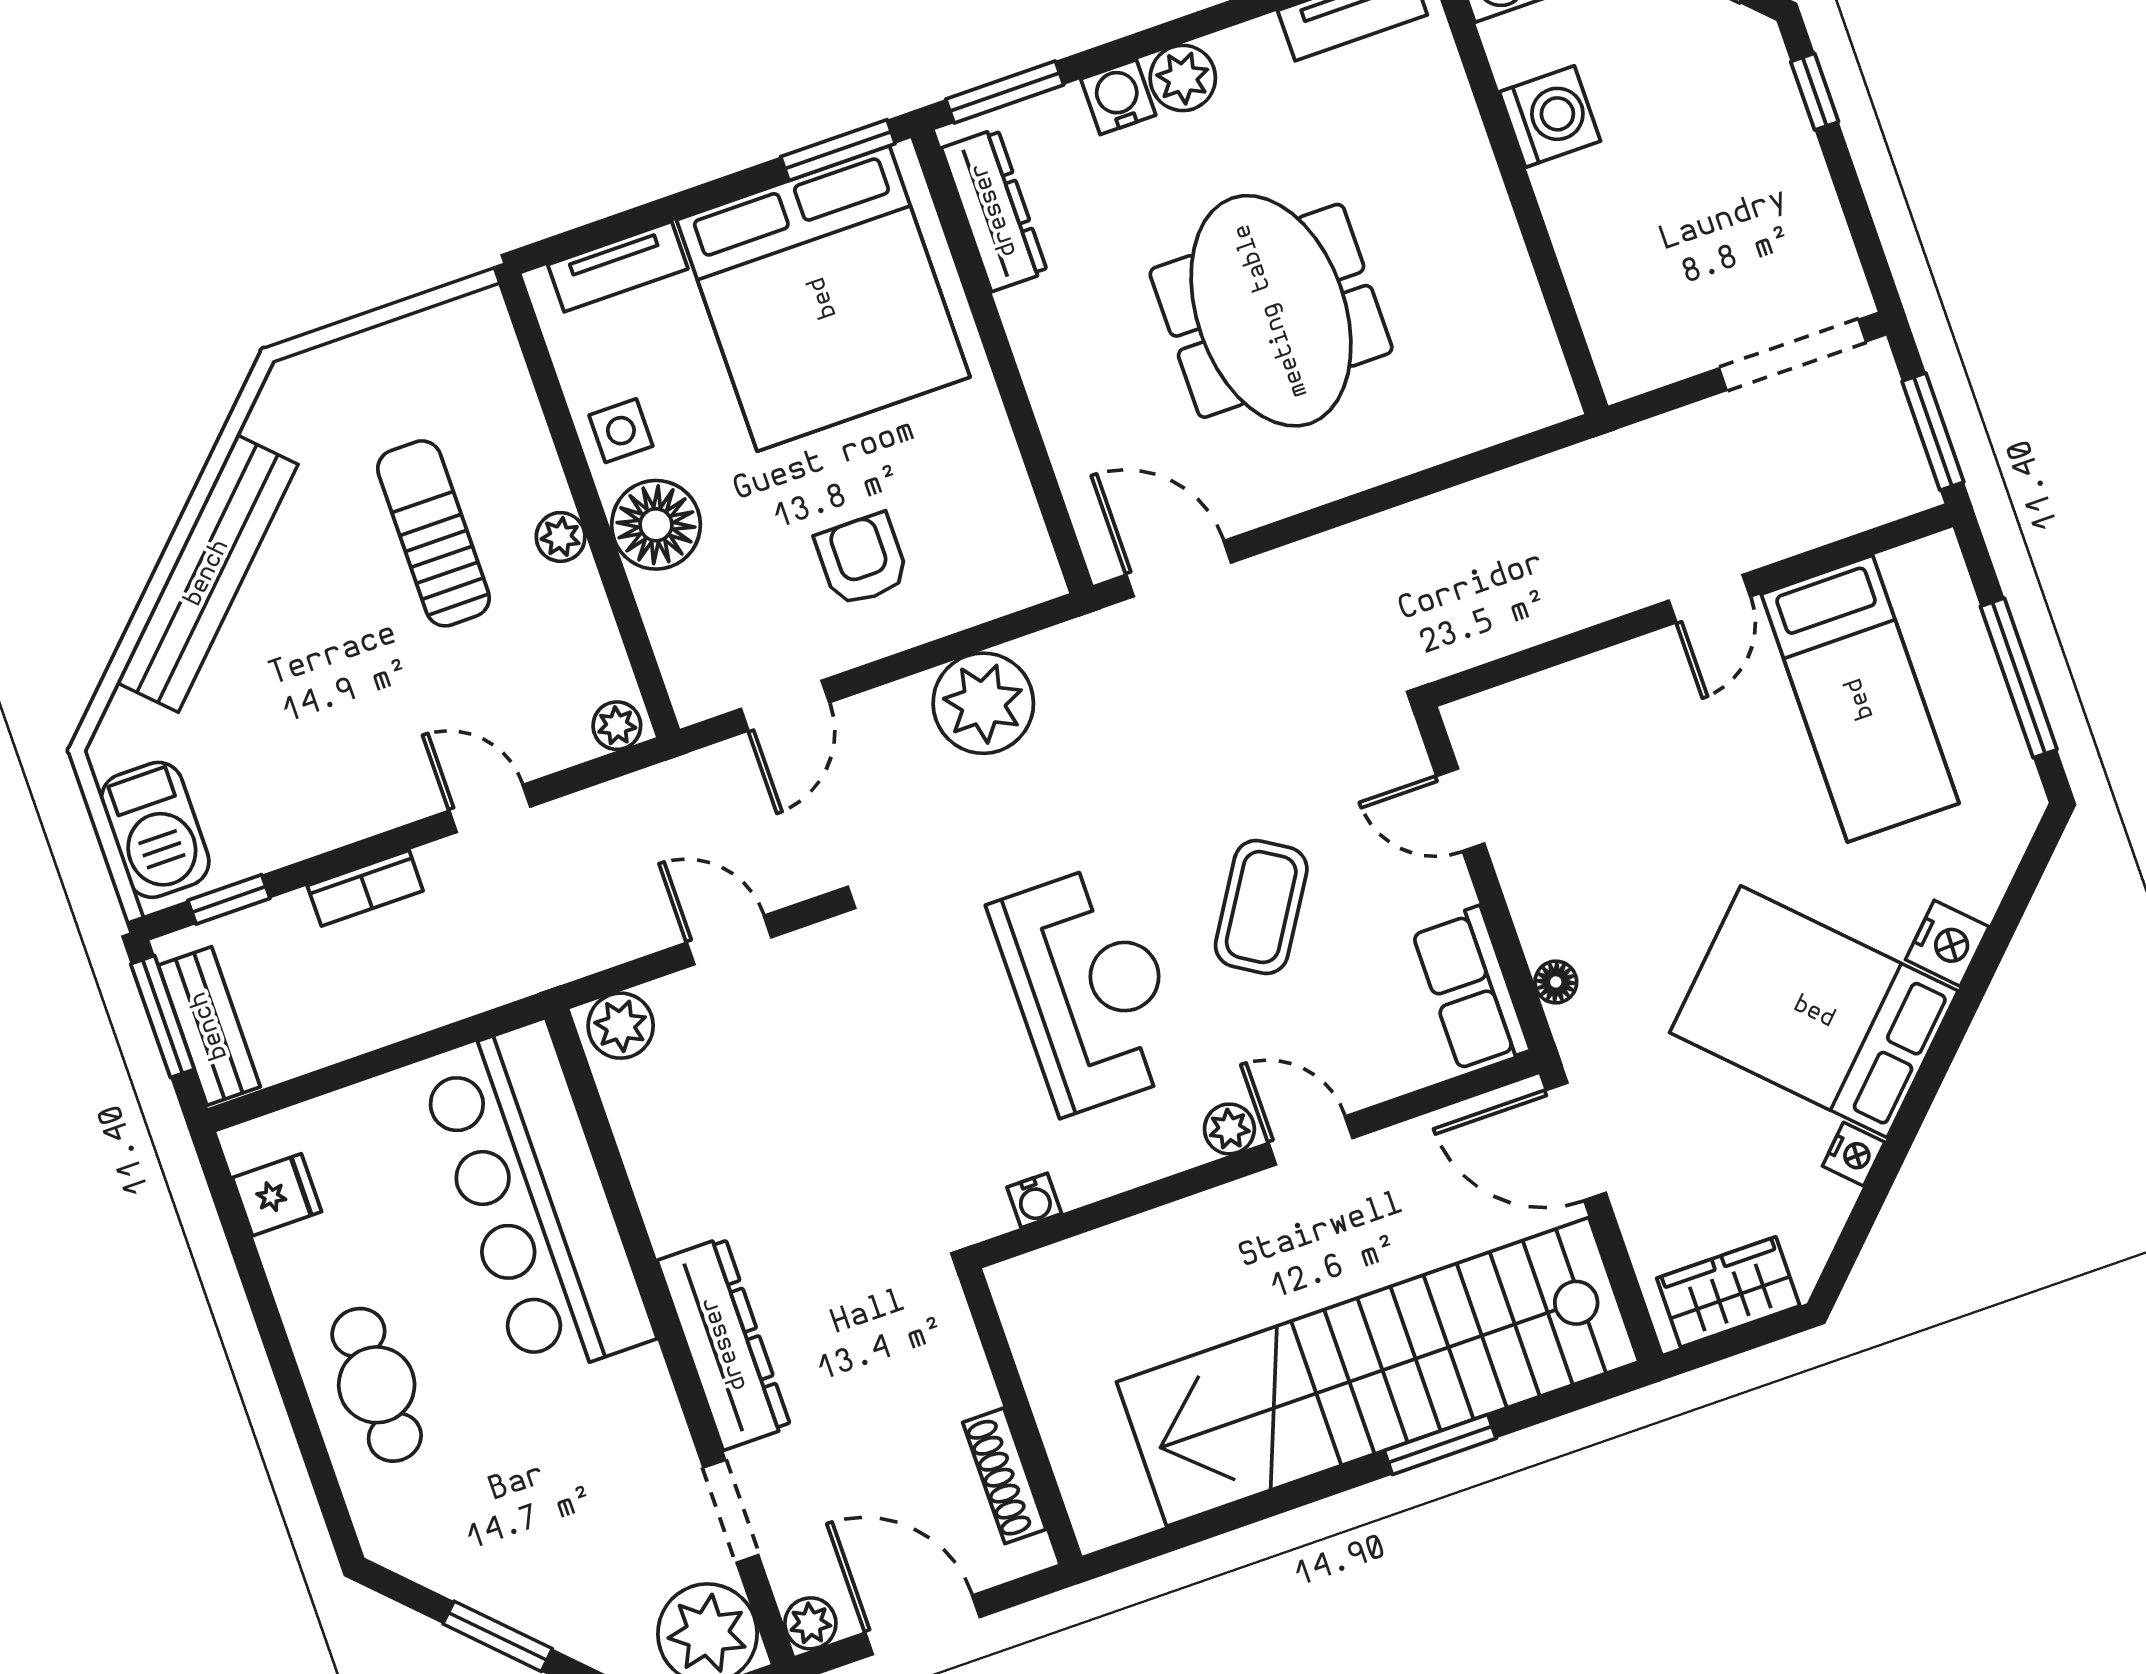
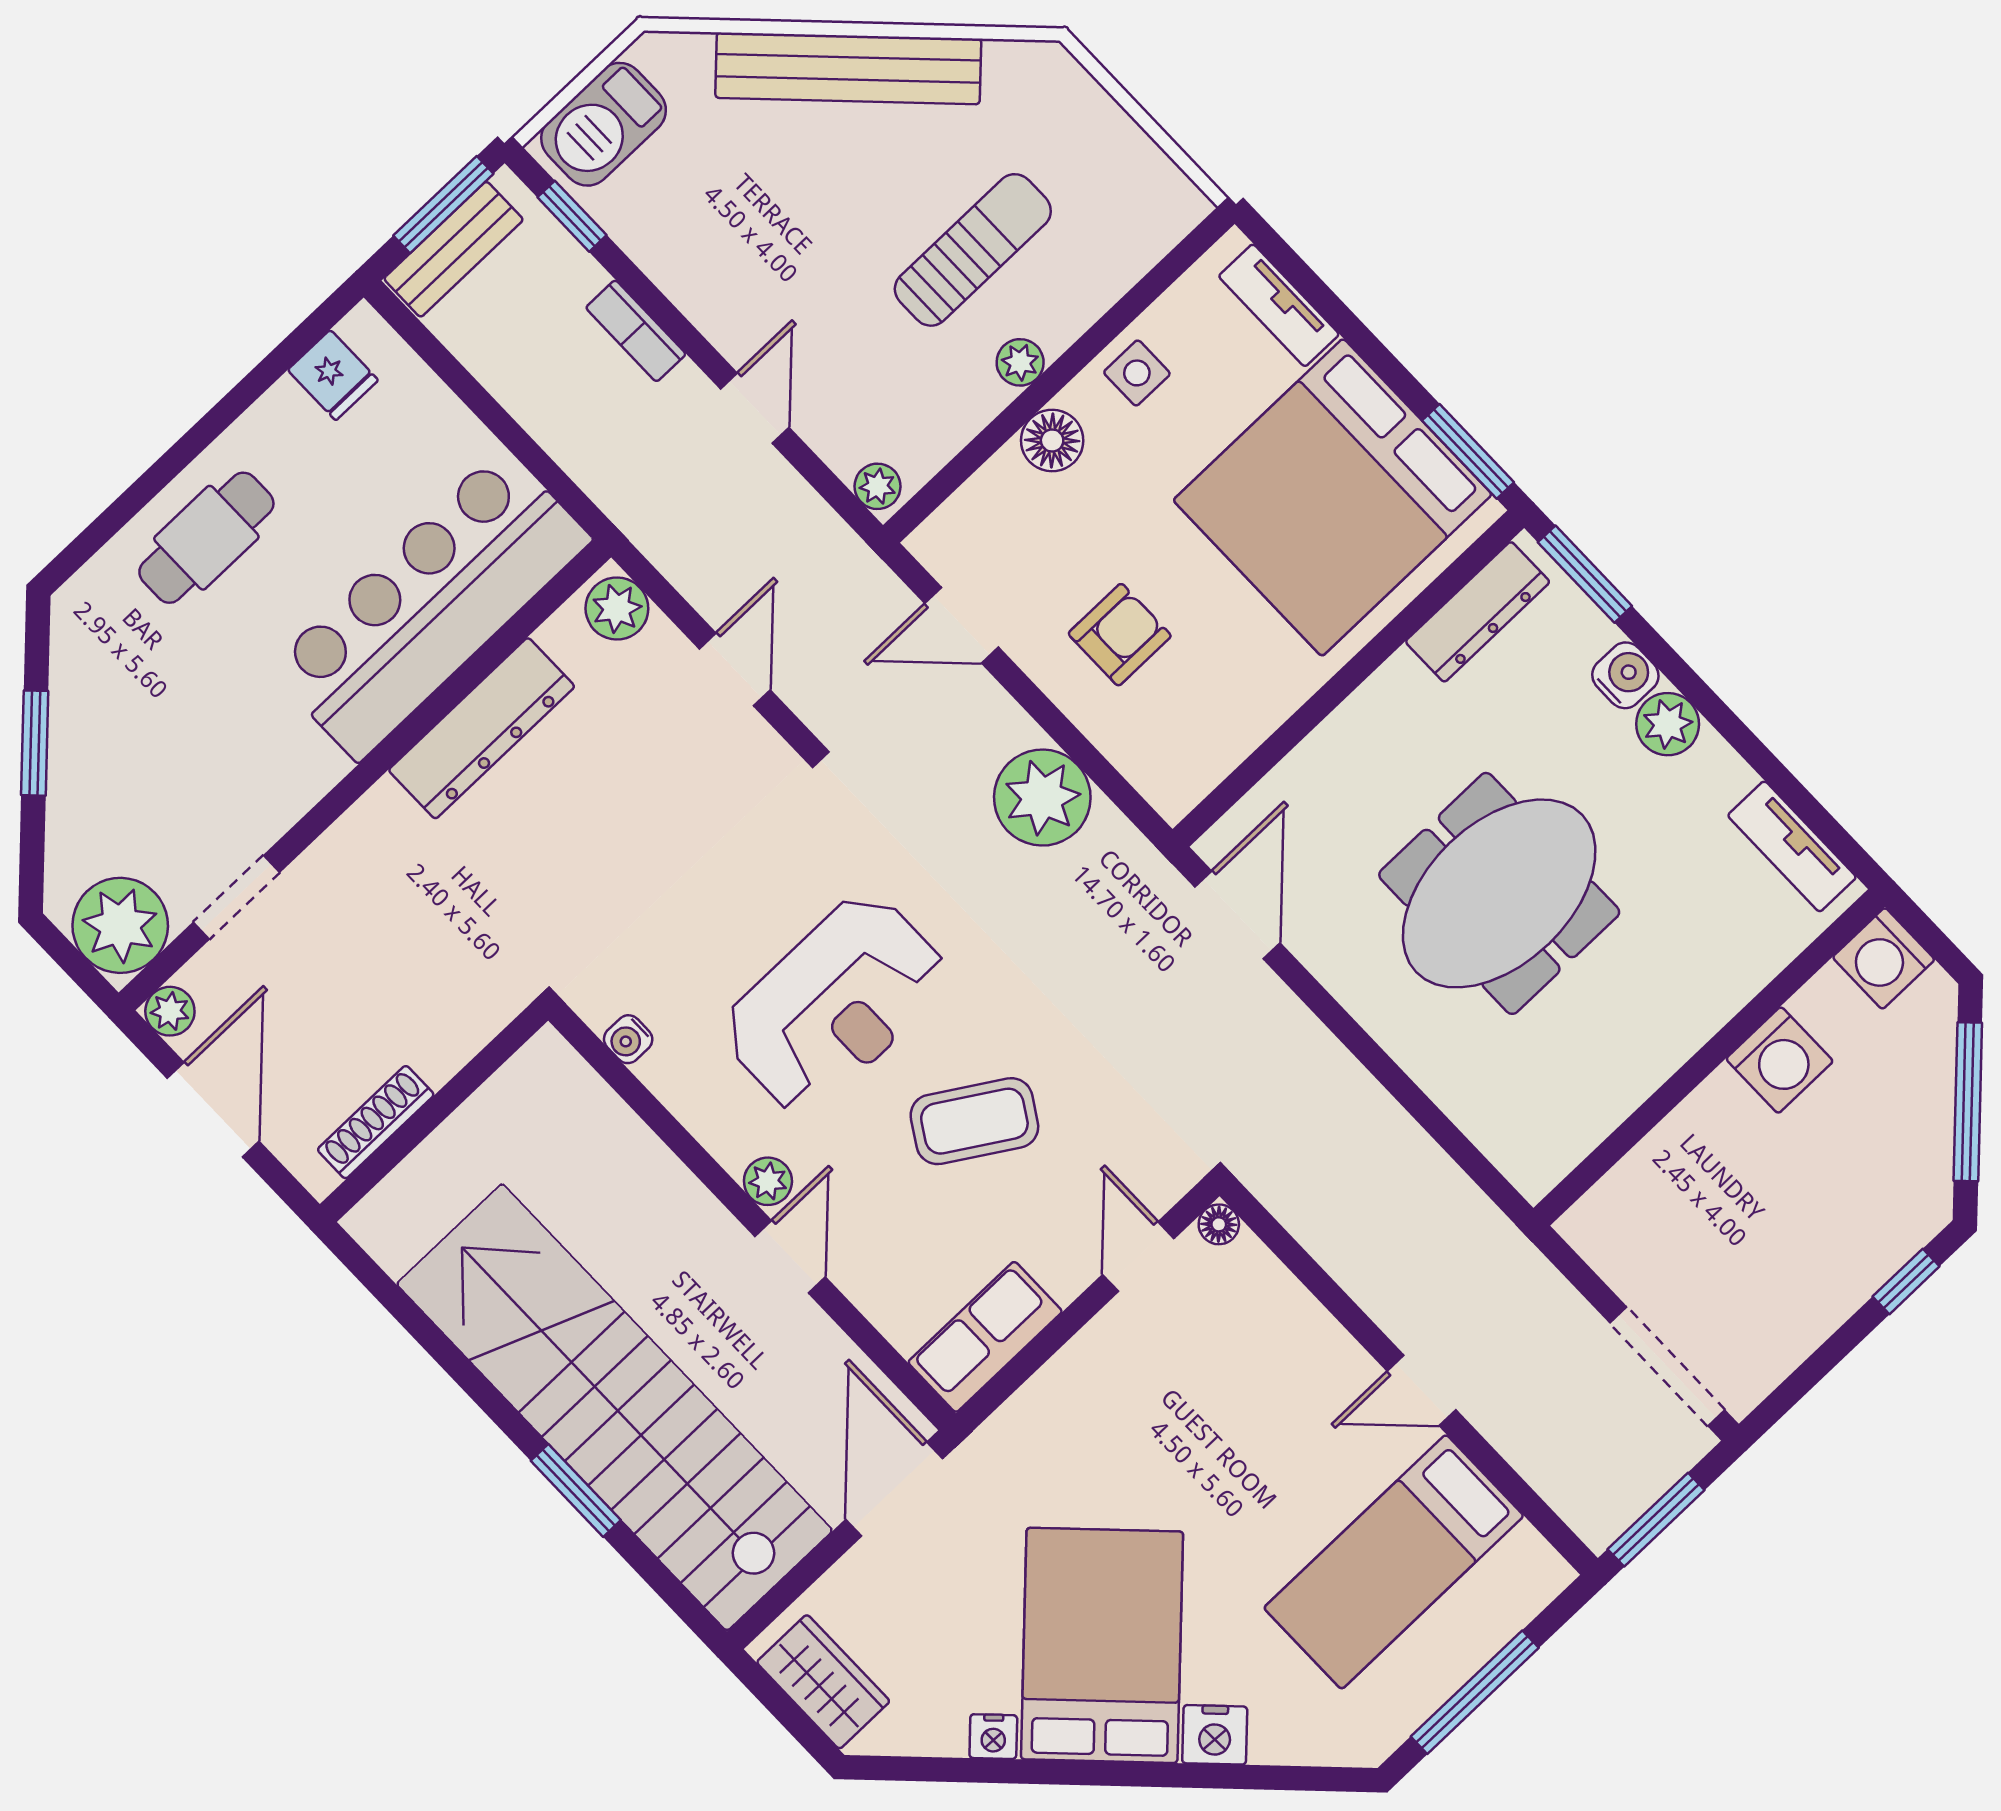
floor lamp: (656, 525) -> (1052, 440), width x0.73, depth x0.73
floor lamp: (1556, 982) -> (1219, 1224), moved
dresser: (724, 1344) -> (482, 728), moved

